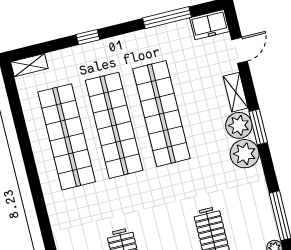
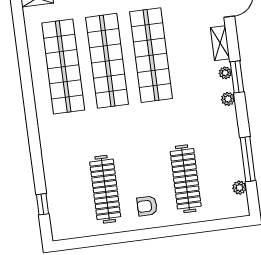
plant: (239, 125) -> (225, 73), width x0.53, depth x0.53
plant: (245, 154) -> (228, 99), width x0.53, depth x0.53

